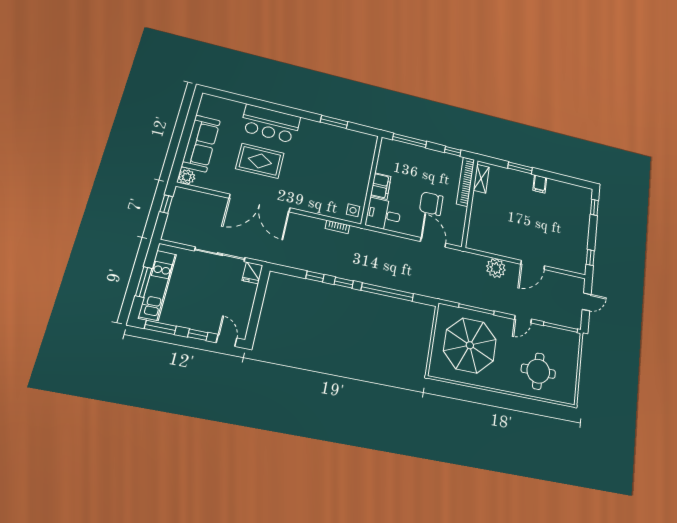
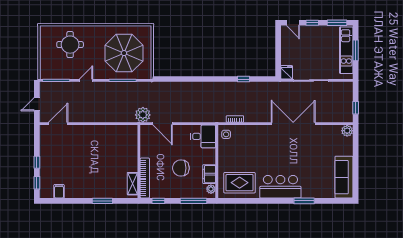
window: (334, 122) -> (304, 201), moved
bar counter: (270, 124) -> (280, 187), moved
sofa: (201, 143) -> (344, 177), moved
plant: (385, 149) -> (211, 189), added
rug: (260, 161) -> (240, 183), moved
filing cabinet: (540, 184) -> (59, 191), moved
filing cabinet: (381, 186) -> (209, 174), moved
chair: (431, 204) -> (181, 168), moved, turned 180
window: (590, 258) -> (37, 162), moved
door: (533, 265) -> (58, 124), moved
plant: (496, 268) -> (143, 115), moved
window: (344, 283) -> (223, 79), removed
window: (387, 292) -> (190, 79), removed

